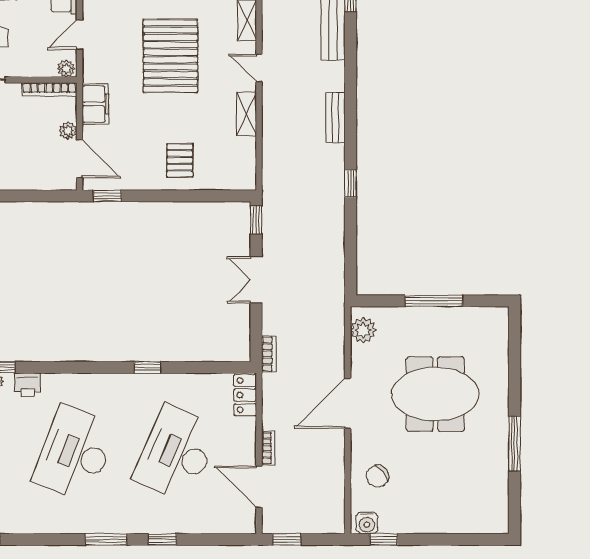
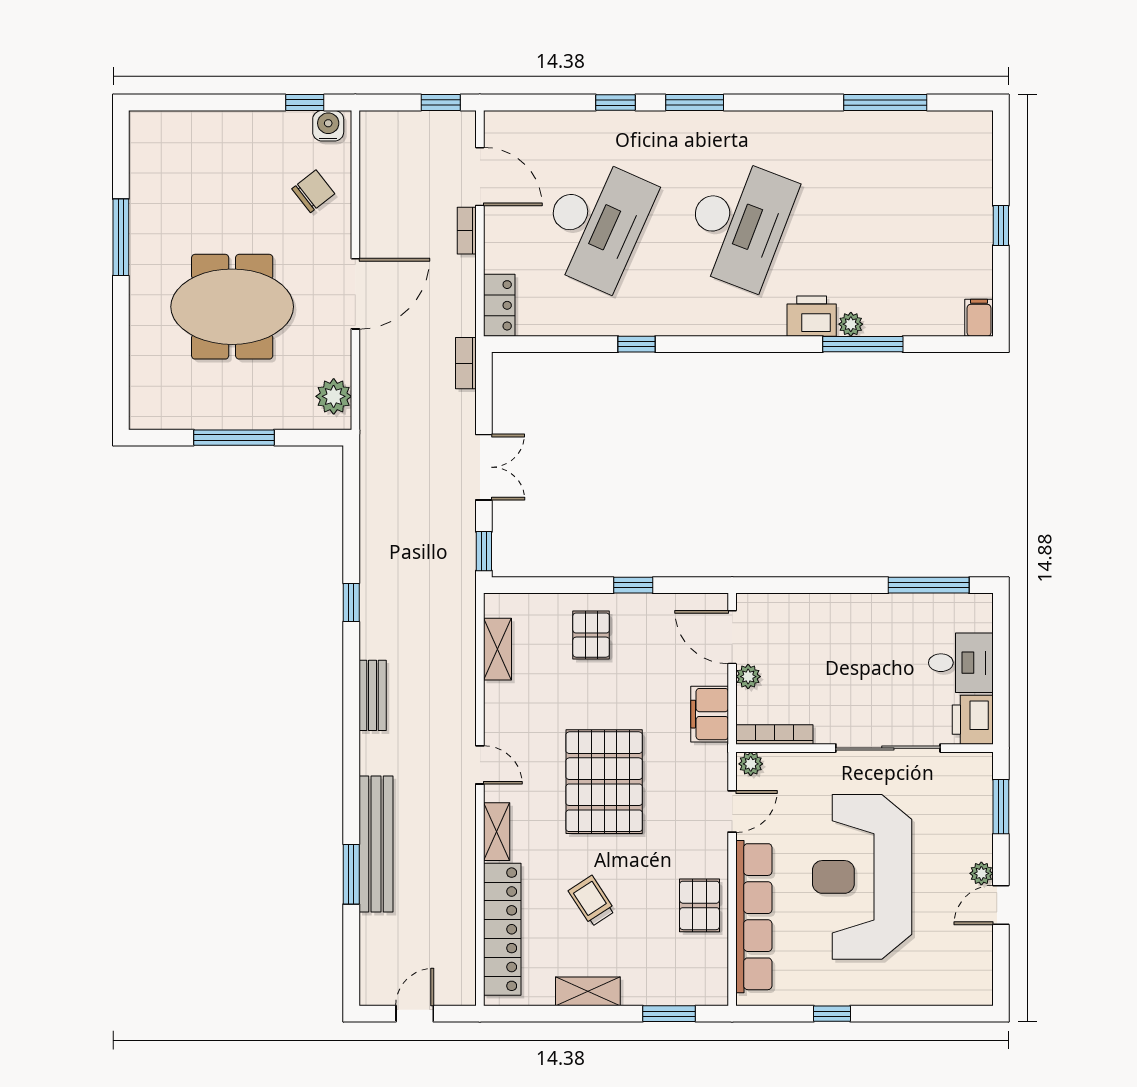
shelving: (246, 114) -> (497, 649), moved
window: (107, 196) -> (633, 585), moved
printer: (27, 385) -> (812, 316), width x1.36, depth x1.24

